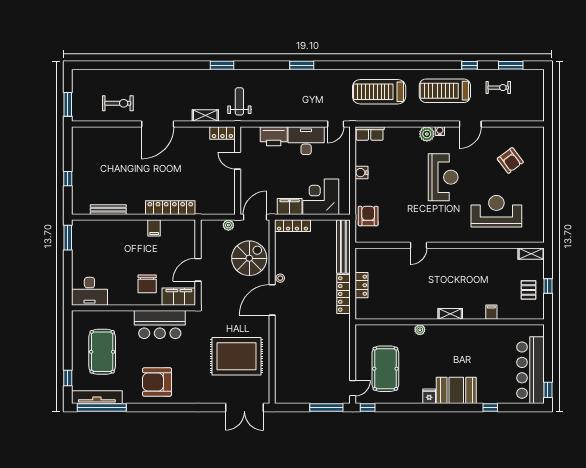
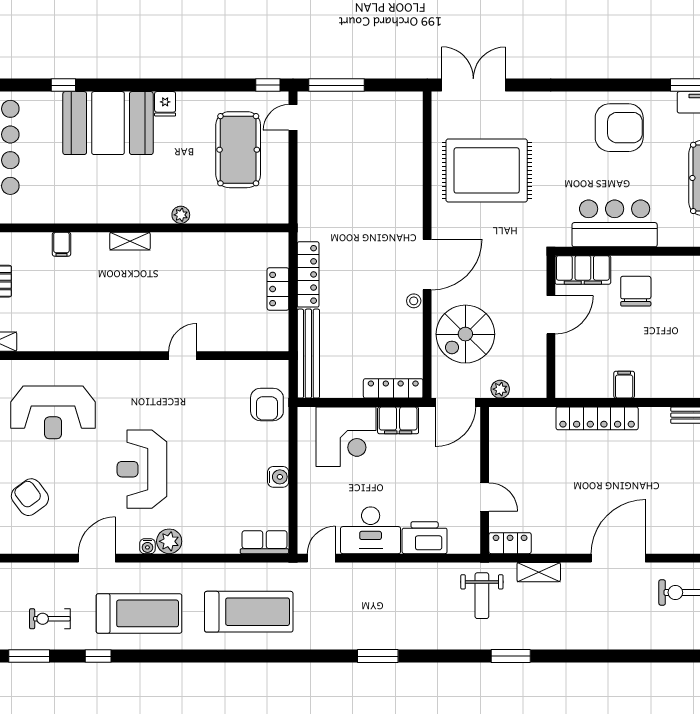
booth: (456, 390) -> (108, 123), width x1.36, depth x1.42

